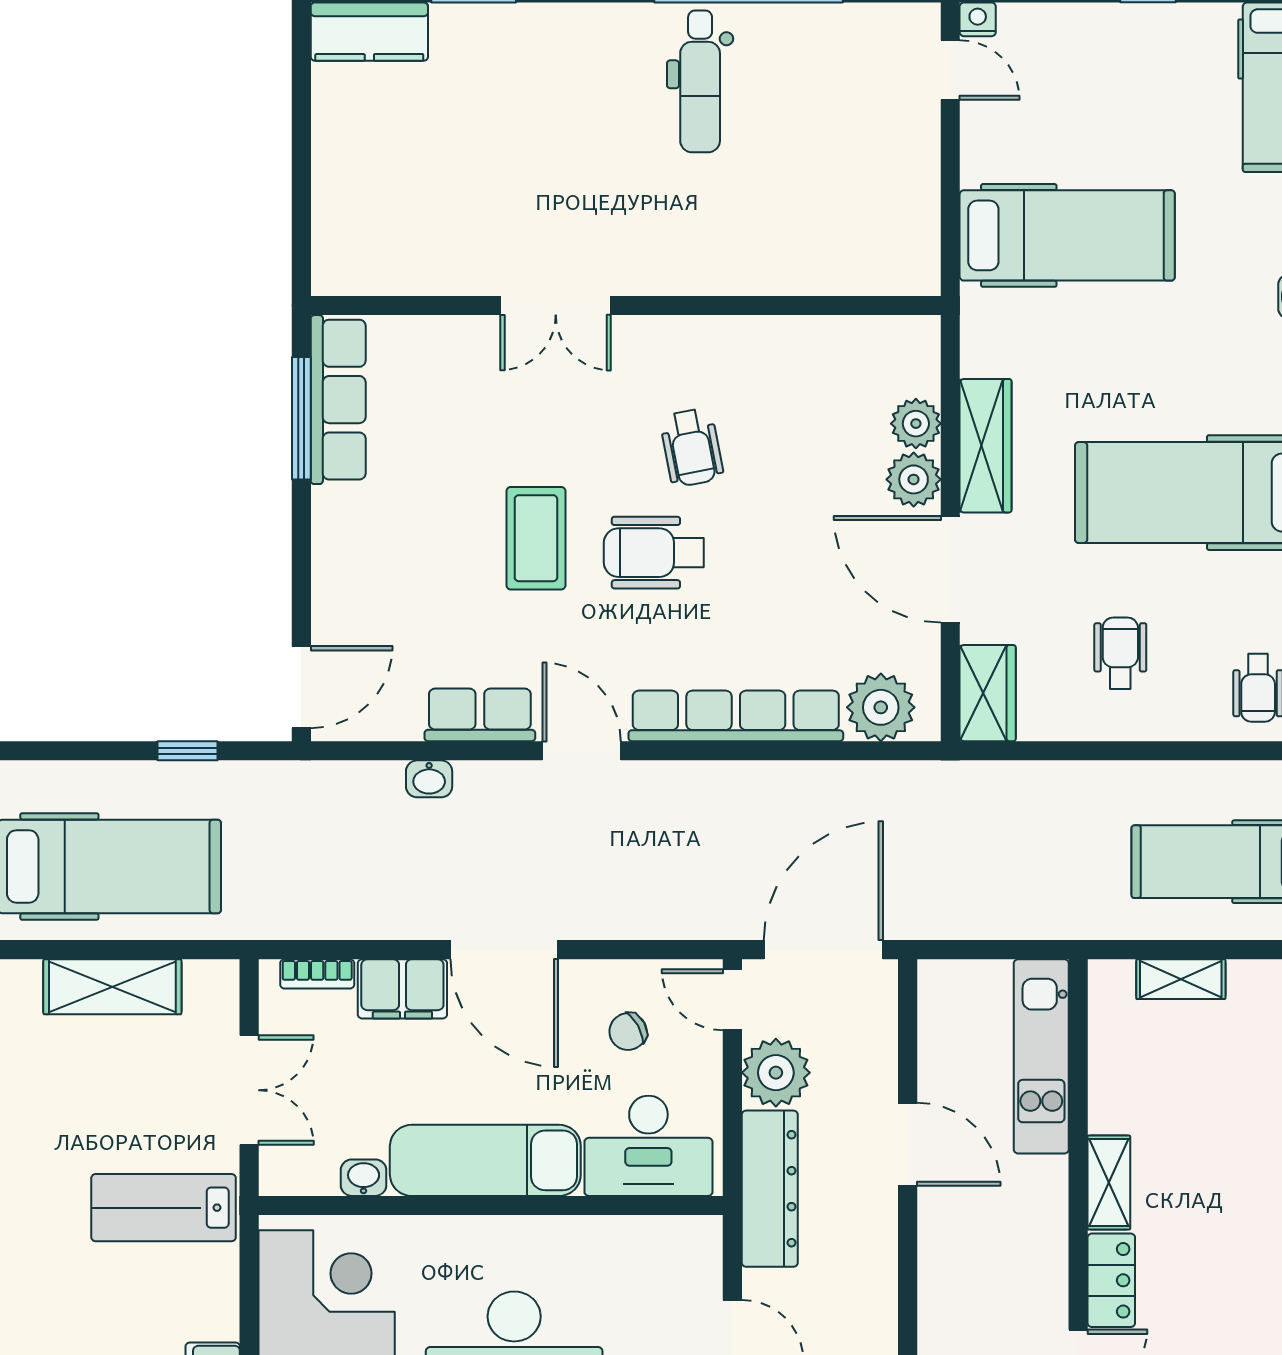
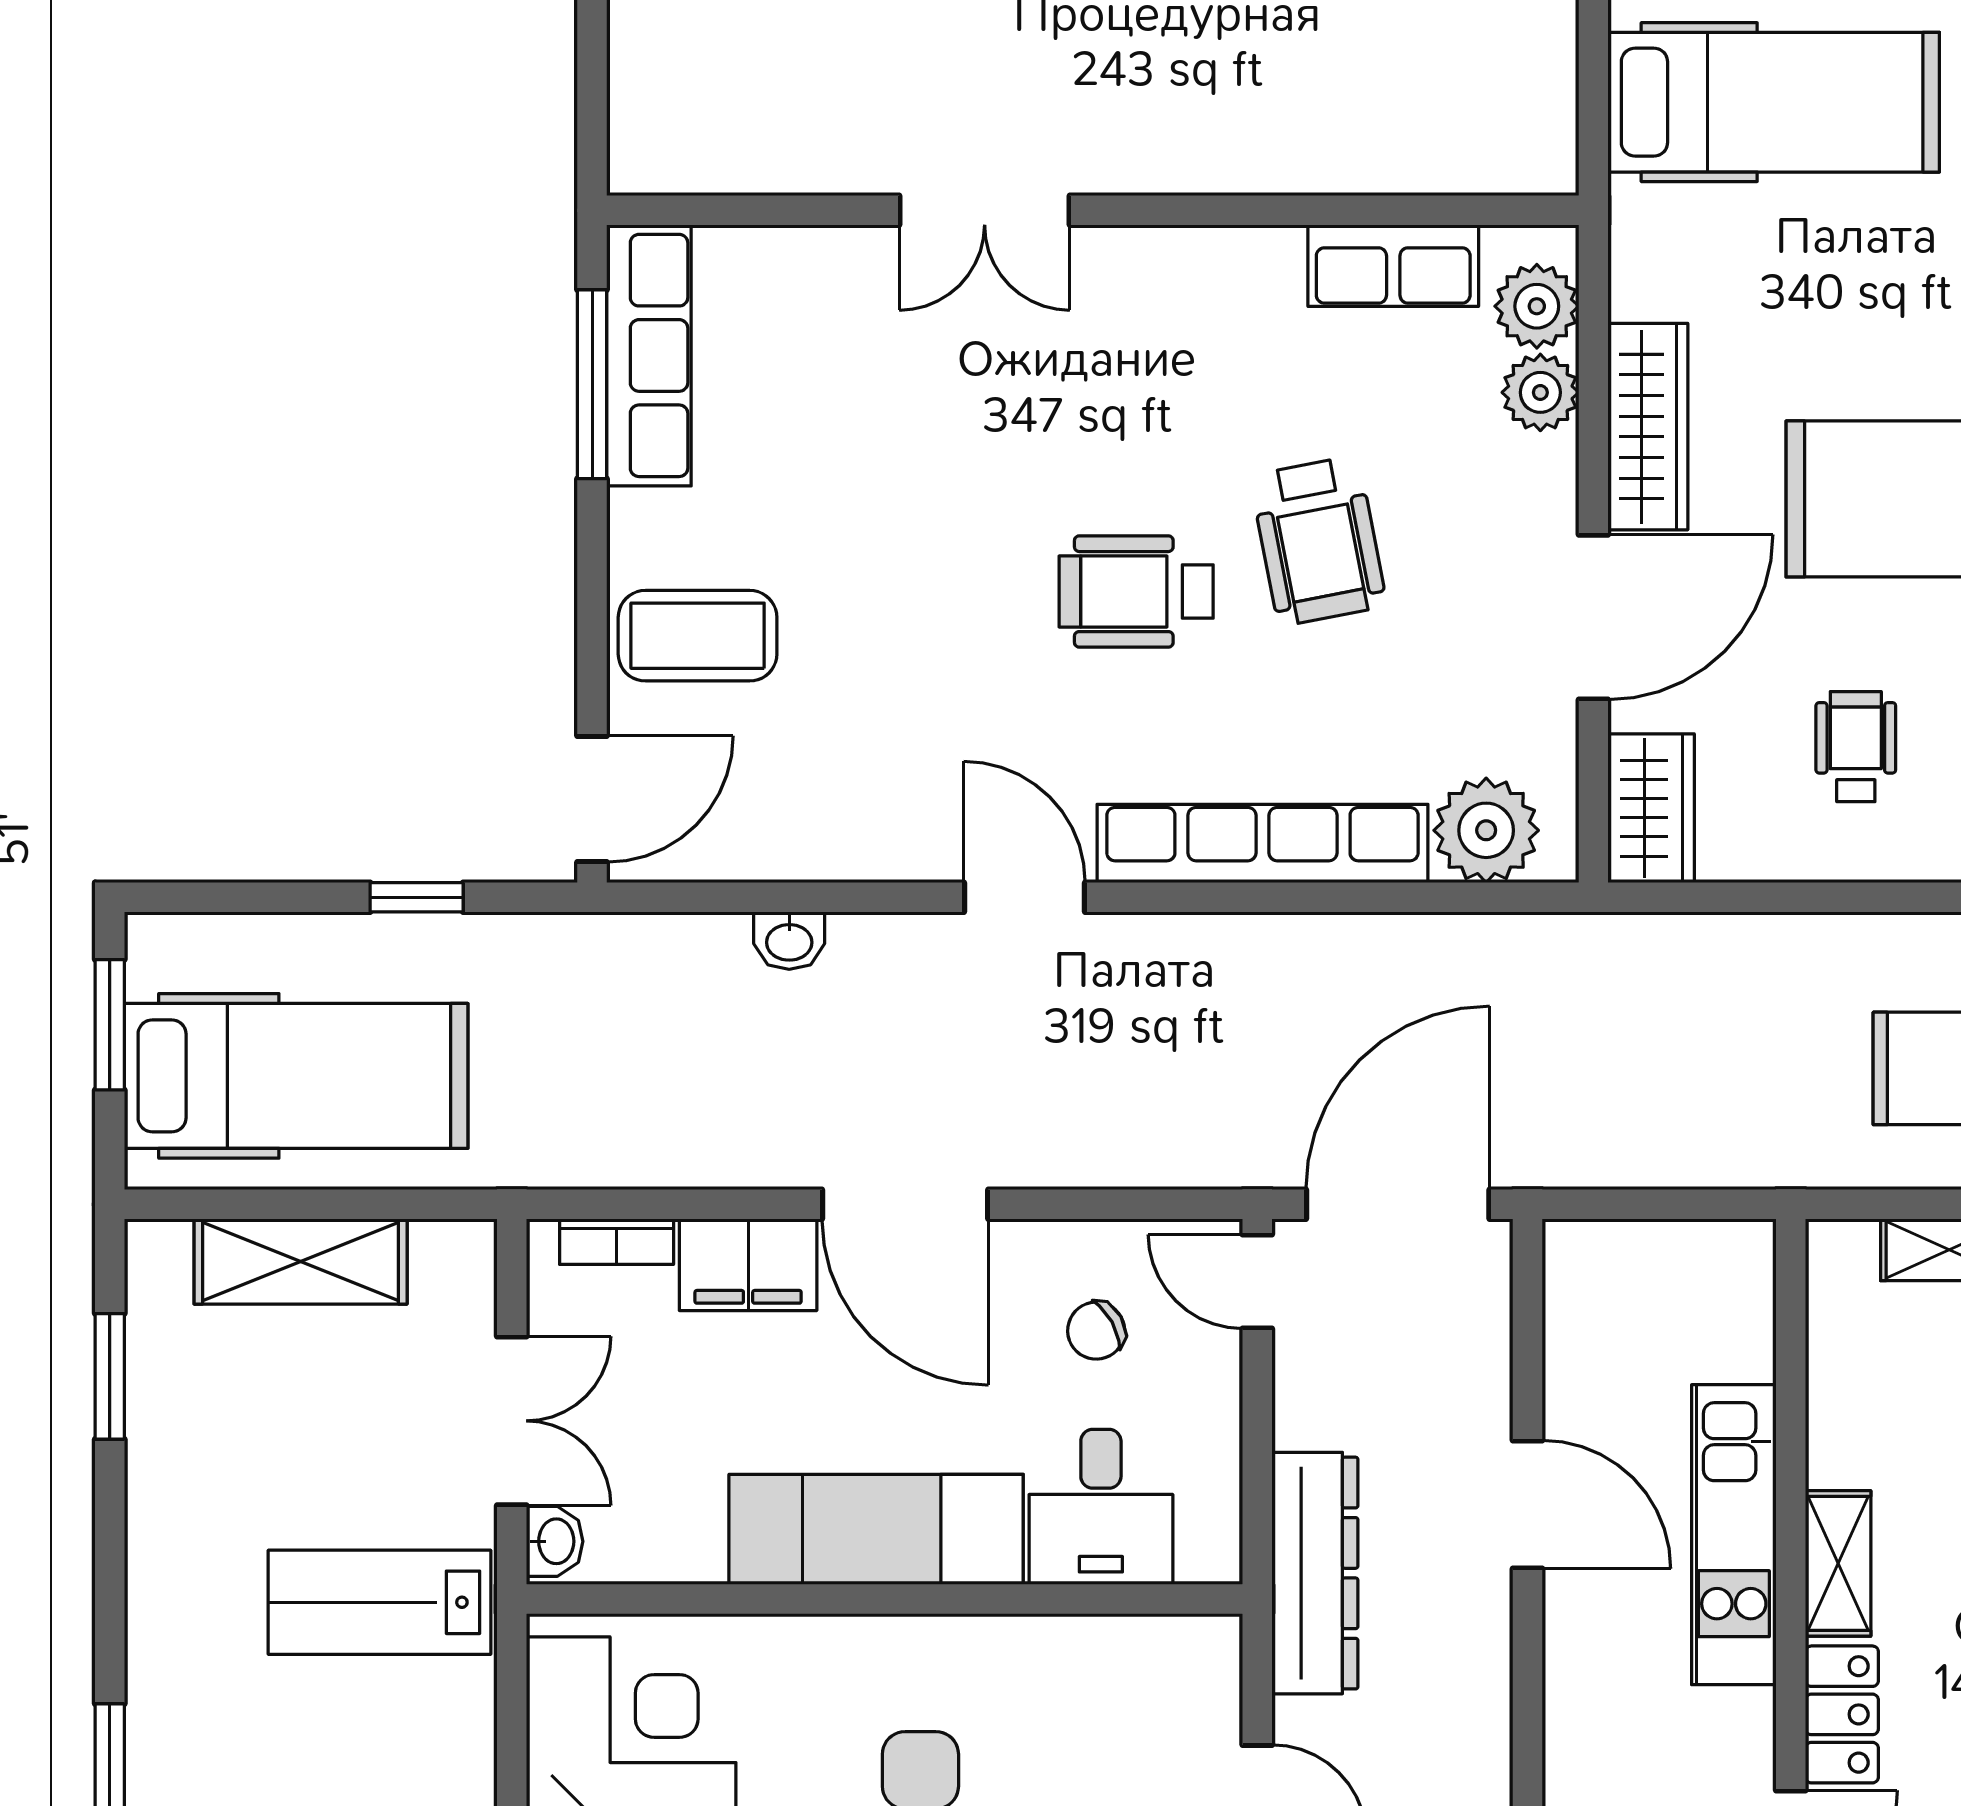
wheelchair: (692, 447) -> (1318, 541), moved, width x1.36, depth x1.37
plant: (914, 479) -> (1537, 306), moved
coffee table: (536, 538) -> (698, 636), moved, turned 90
door: (950, 569) -> (1593, 617), swing flipped
row of seats: (480, 715) -> (1393, 266), moved, turned 180
kitchen unit: (1041, 1056) -> (1734, 1535), moved
plant: (776, 1073) -> (1324, 1394), removed
desk: (648, 1146) -> (1101, 1507), width x0.73
washbasin: (364, 1178) -> (555, 1541), moved, turned 90

